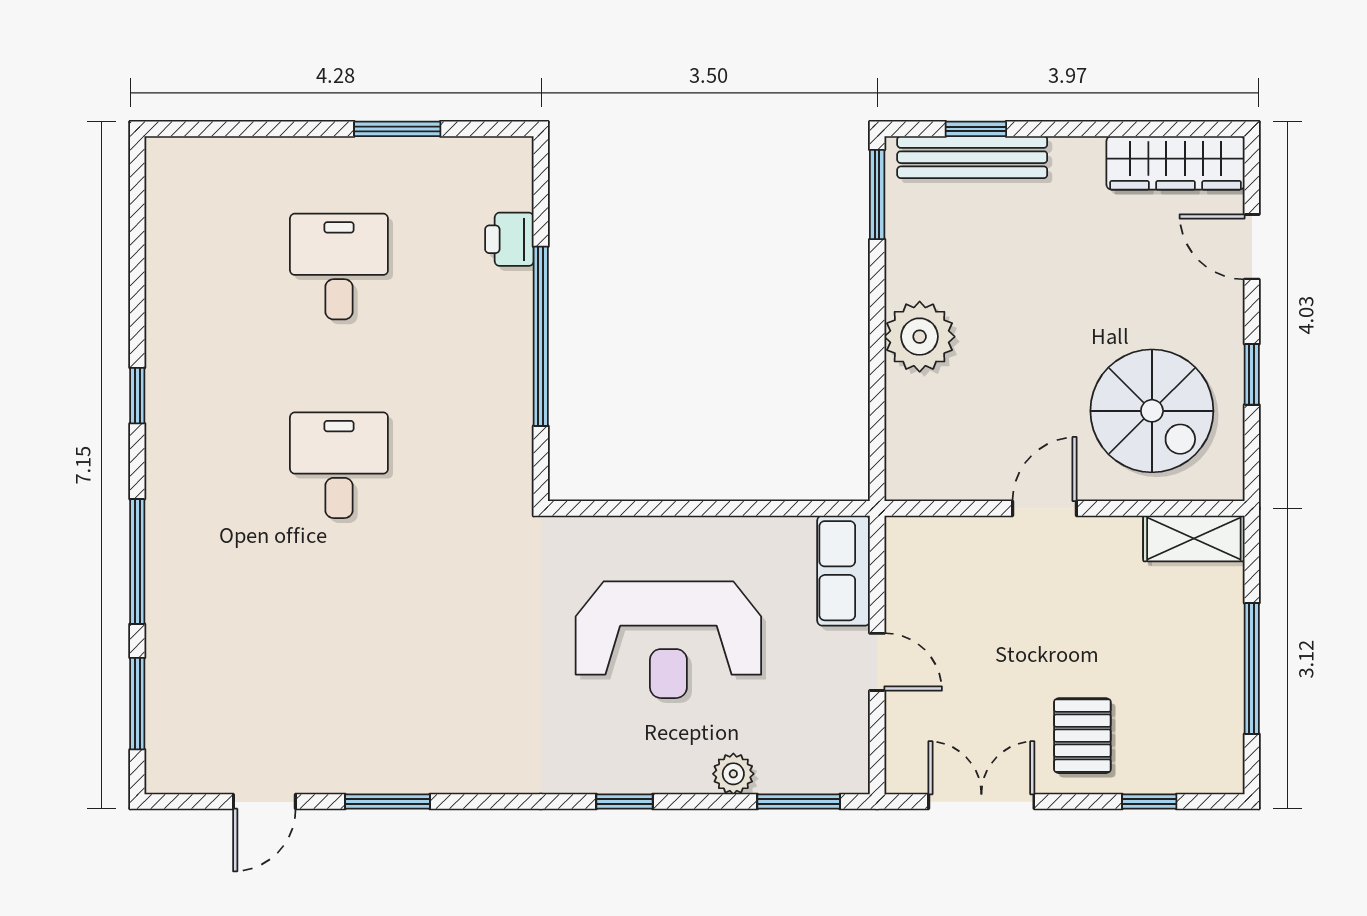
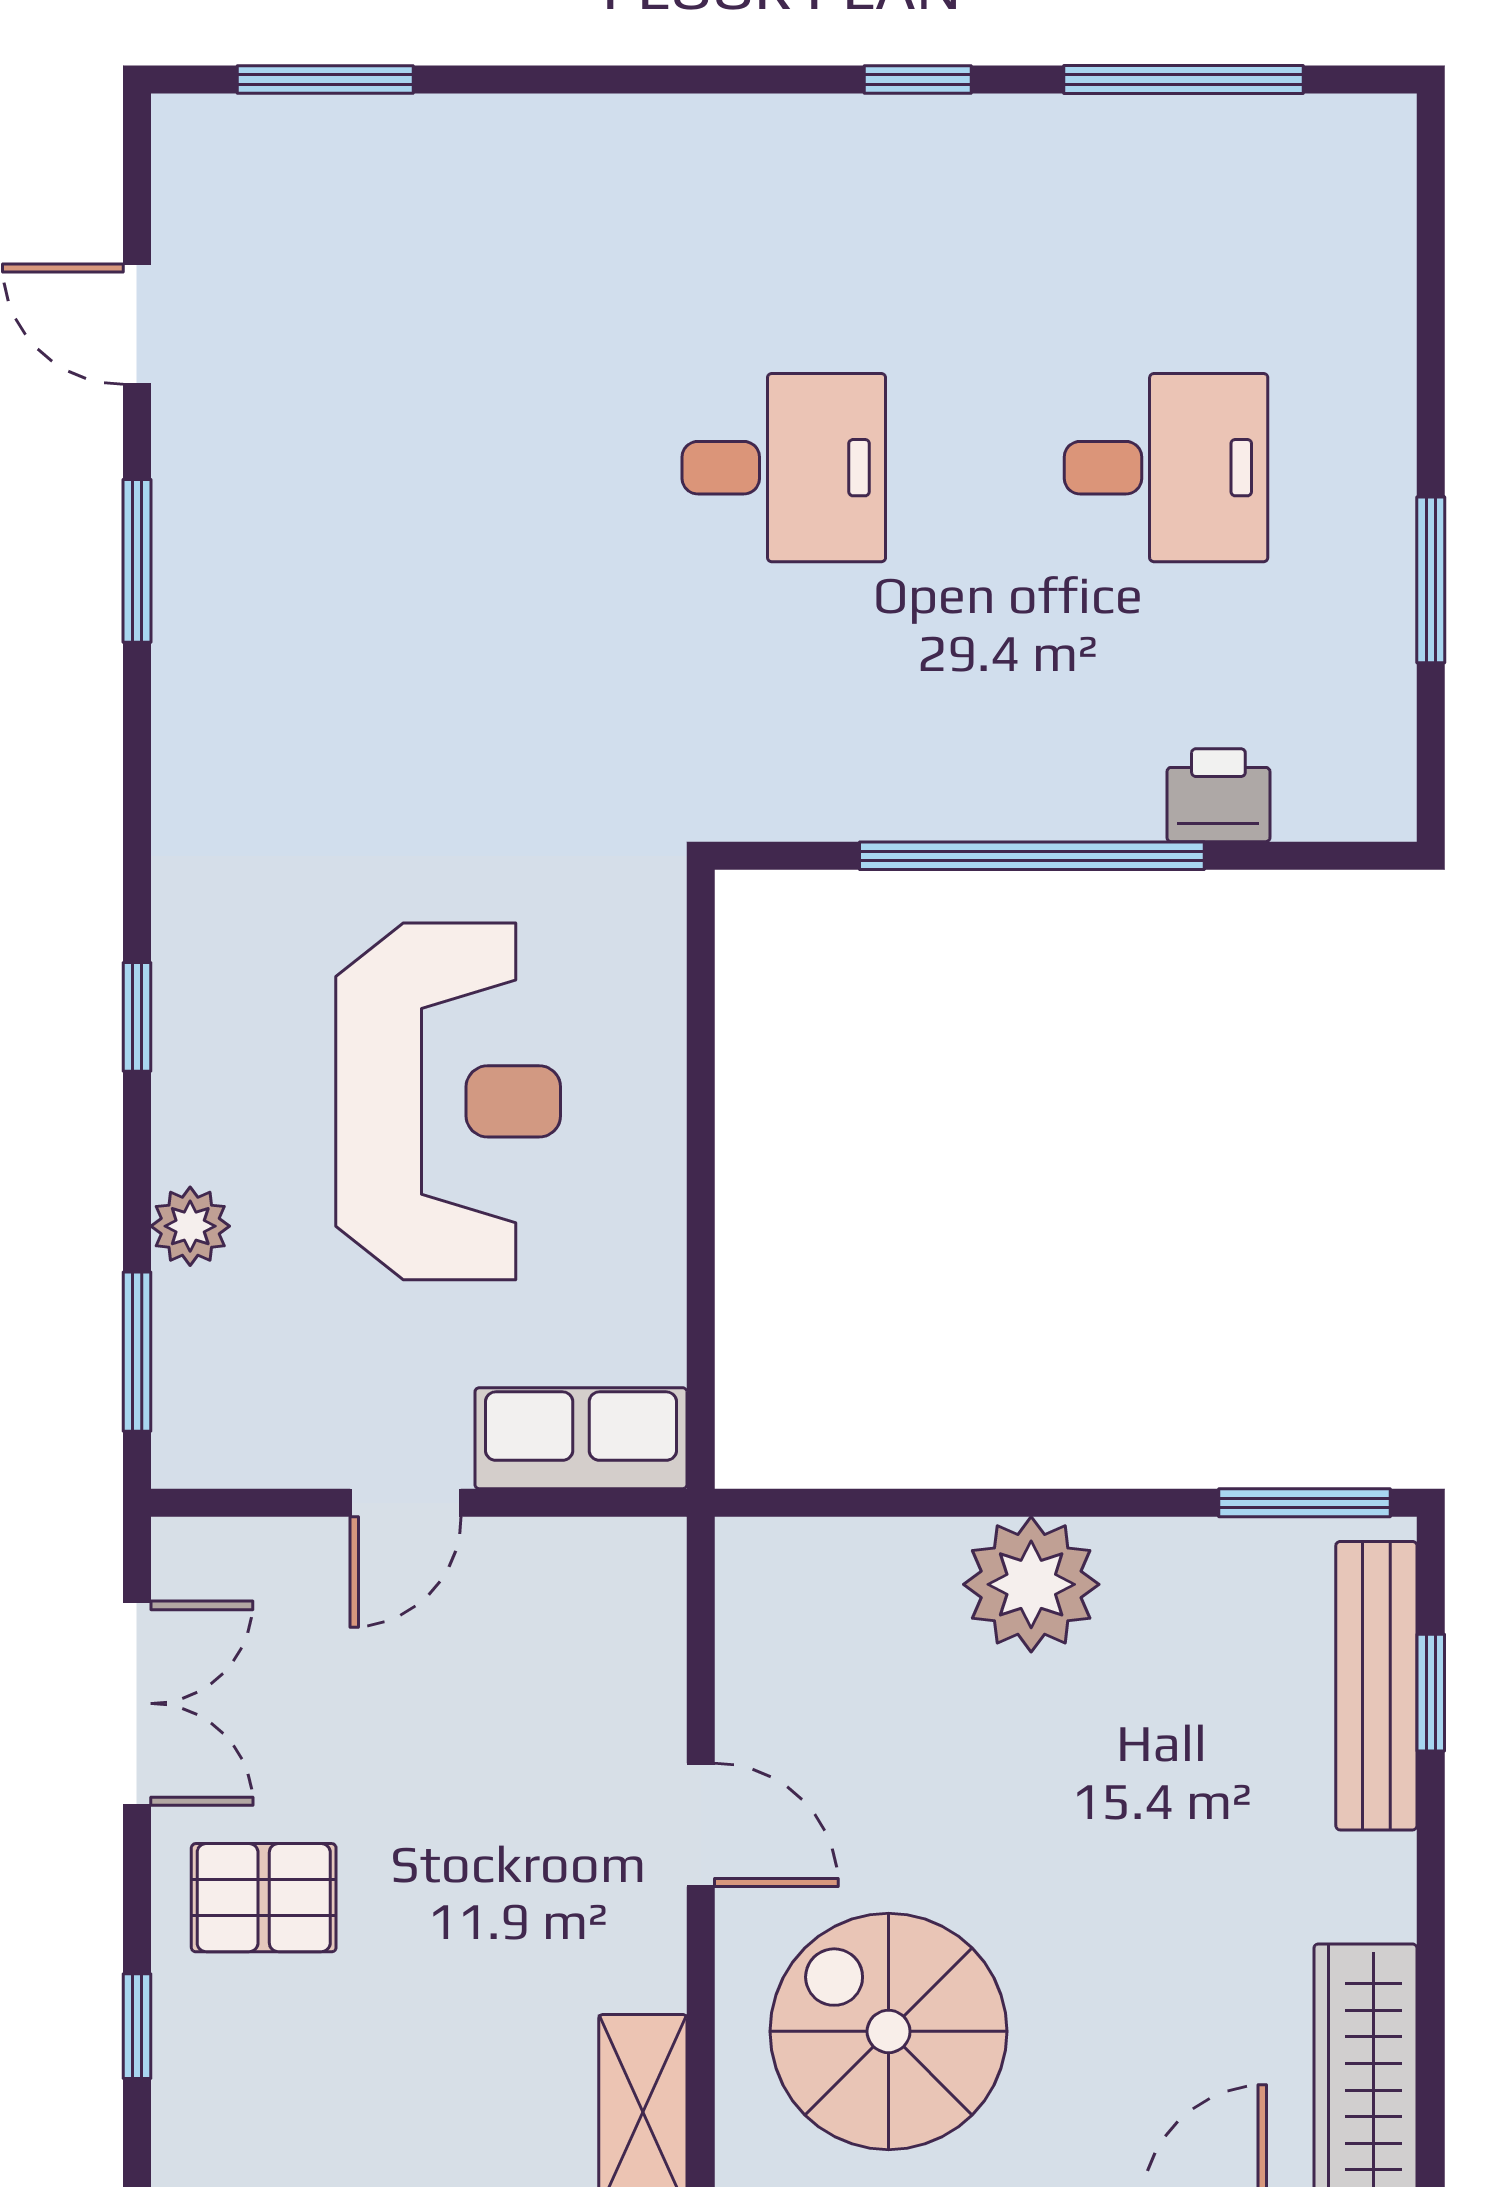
spiral stairs: (1152, 411) -> (889, 2031), turned 90
window: (137, 562) -> (1184, 80), moved
reception desk: (668, 640) -> (448, 1101), turned 180

